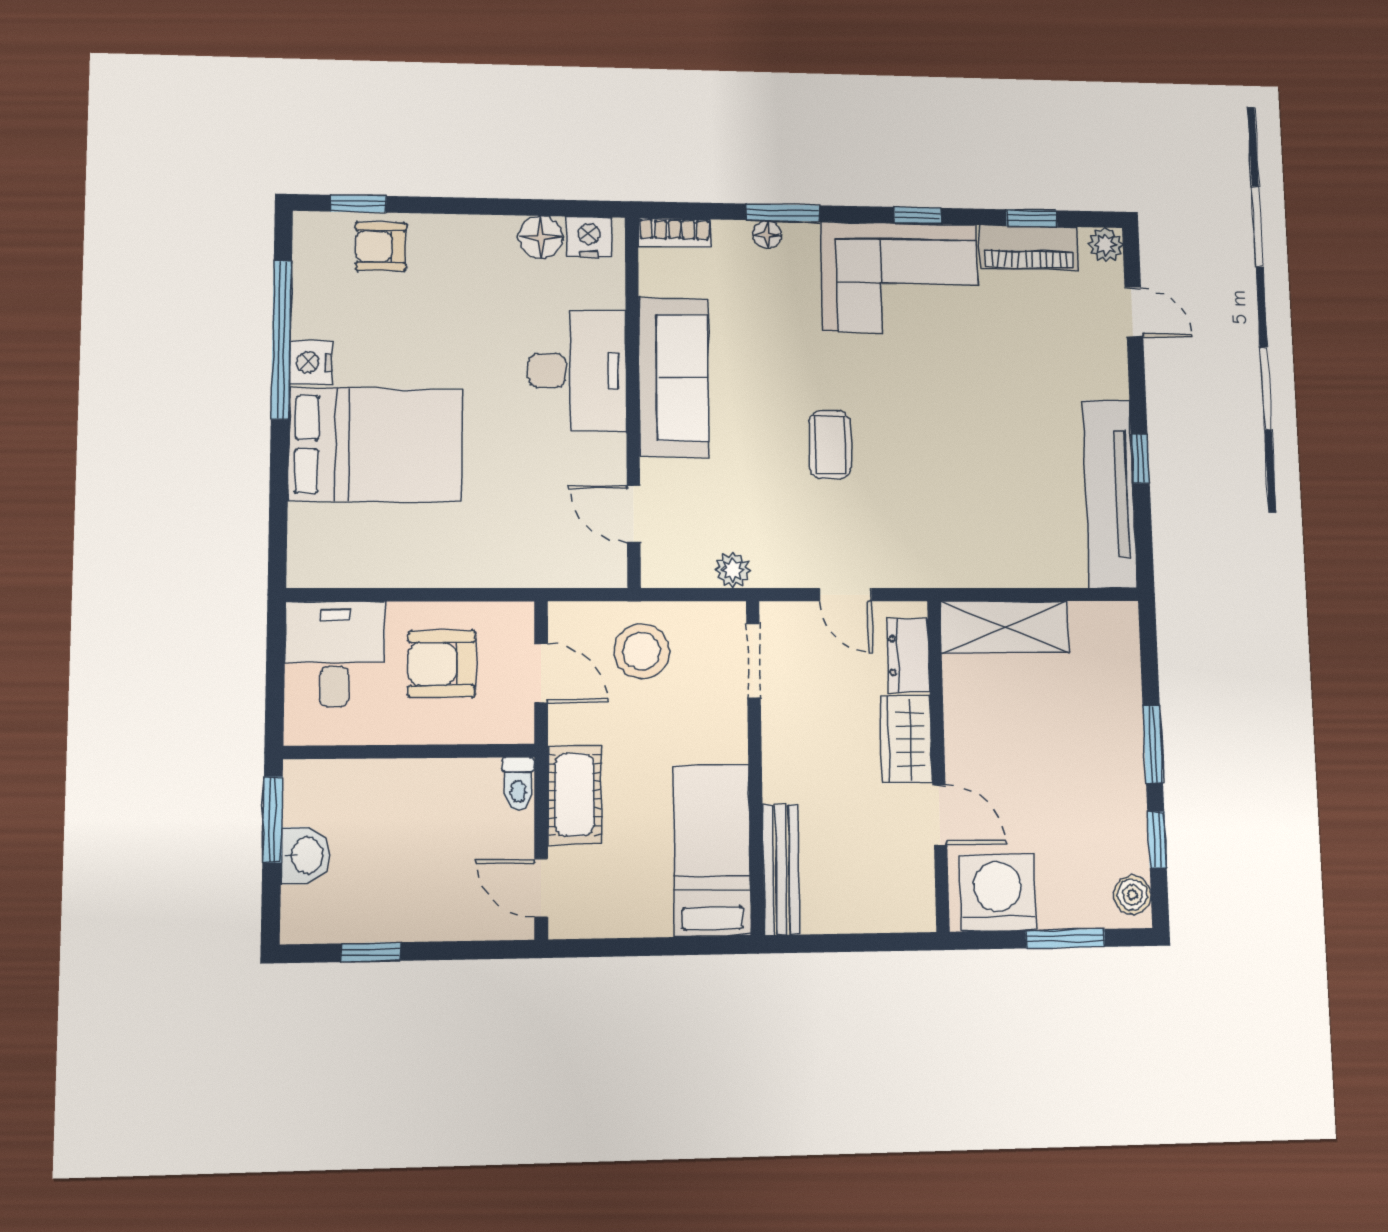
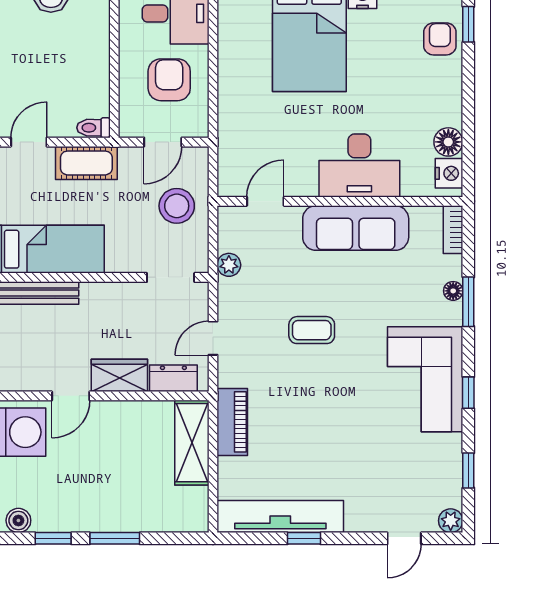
piano: (1029, 248) -> (232, 422), moved, turned 180

